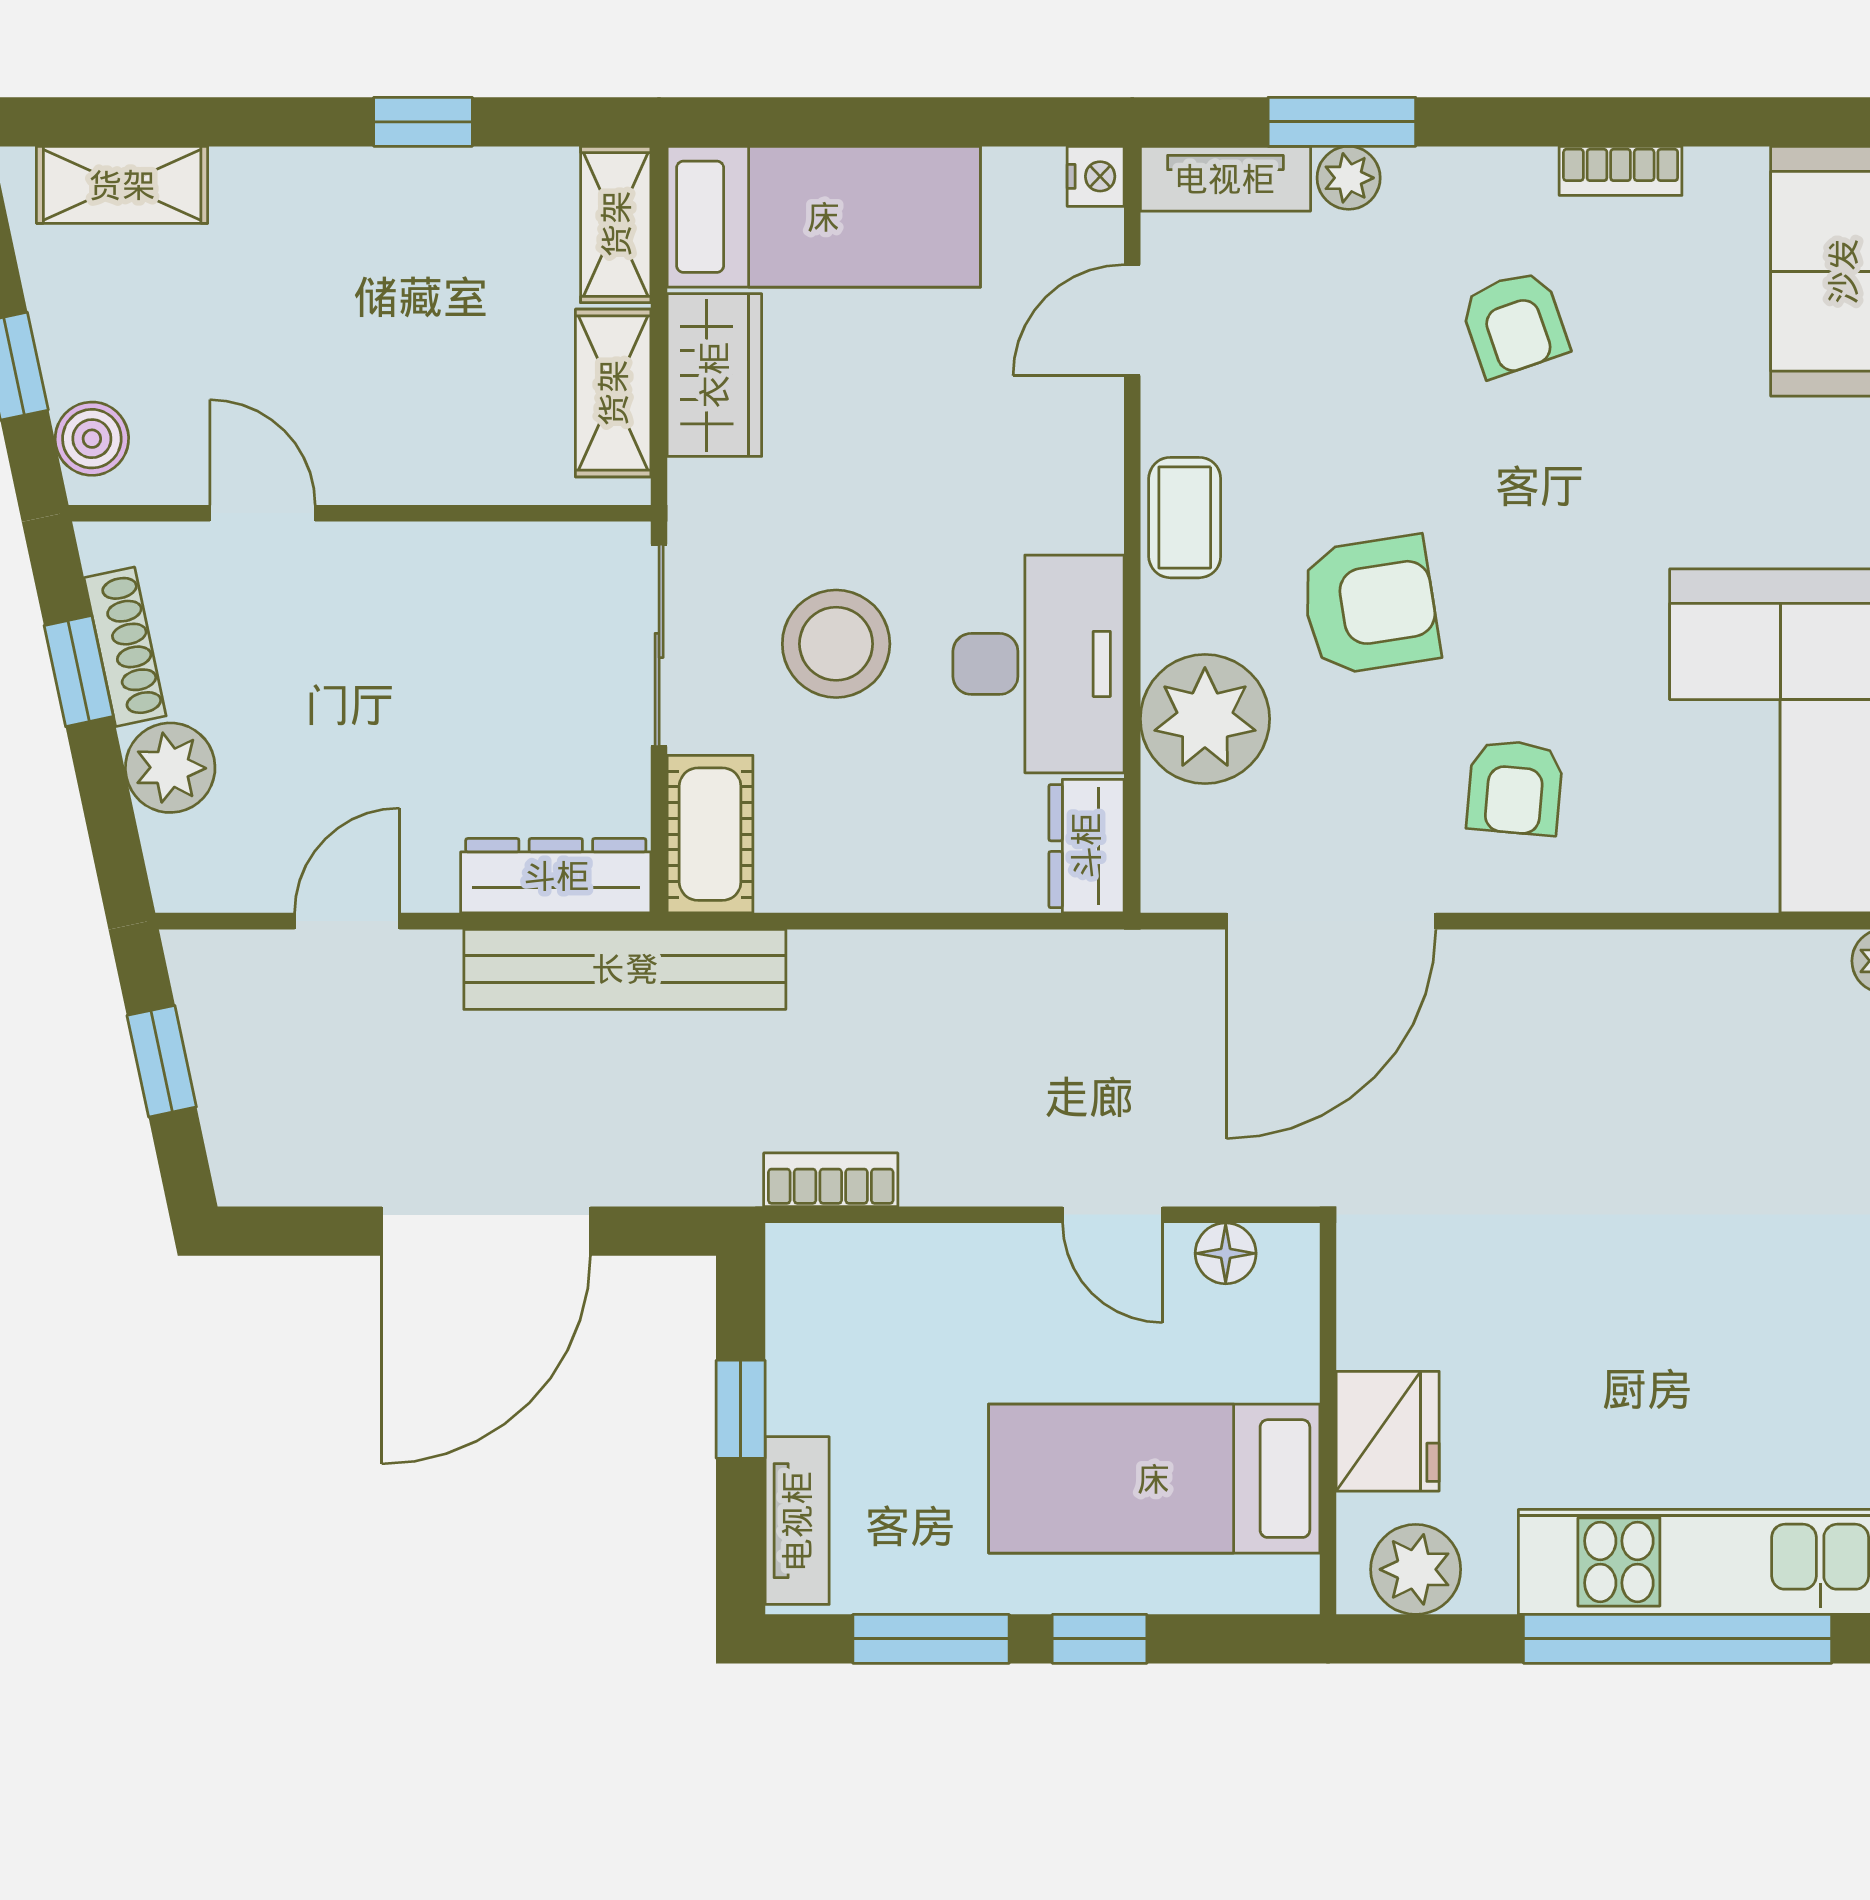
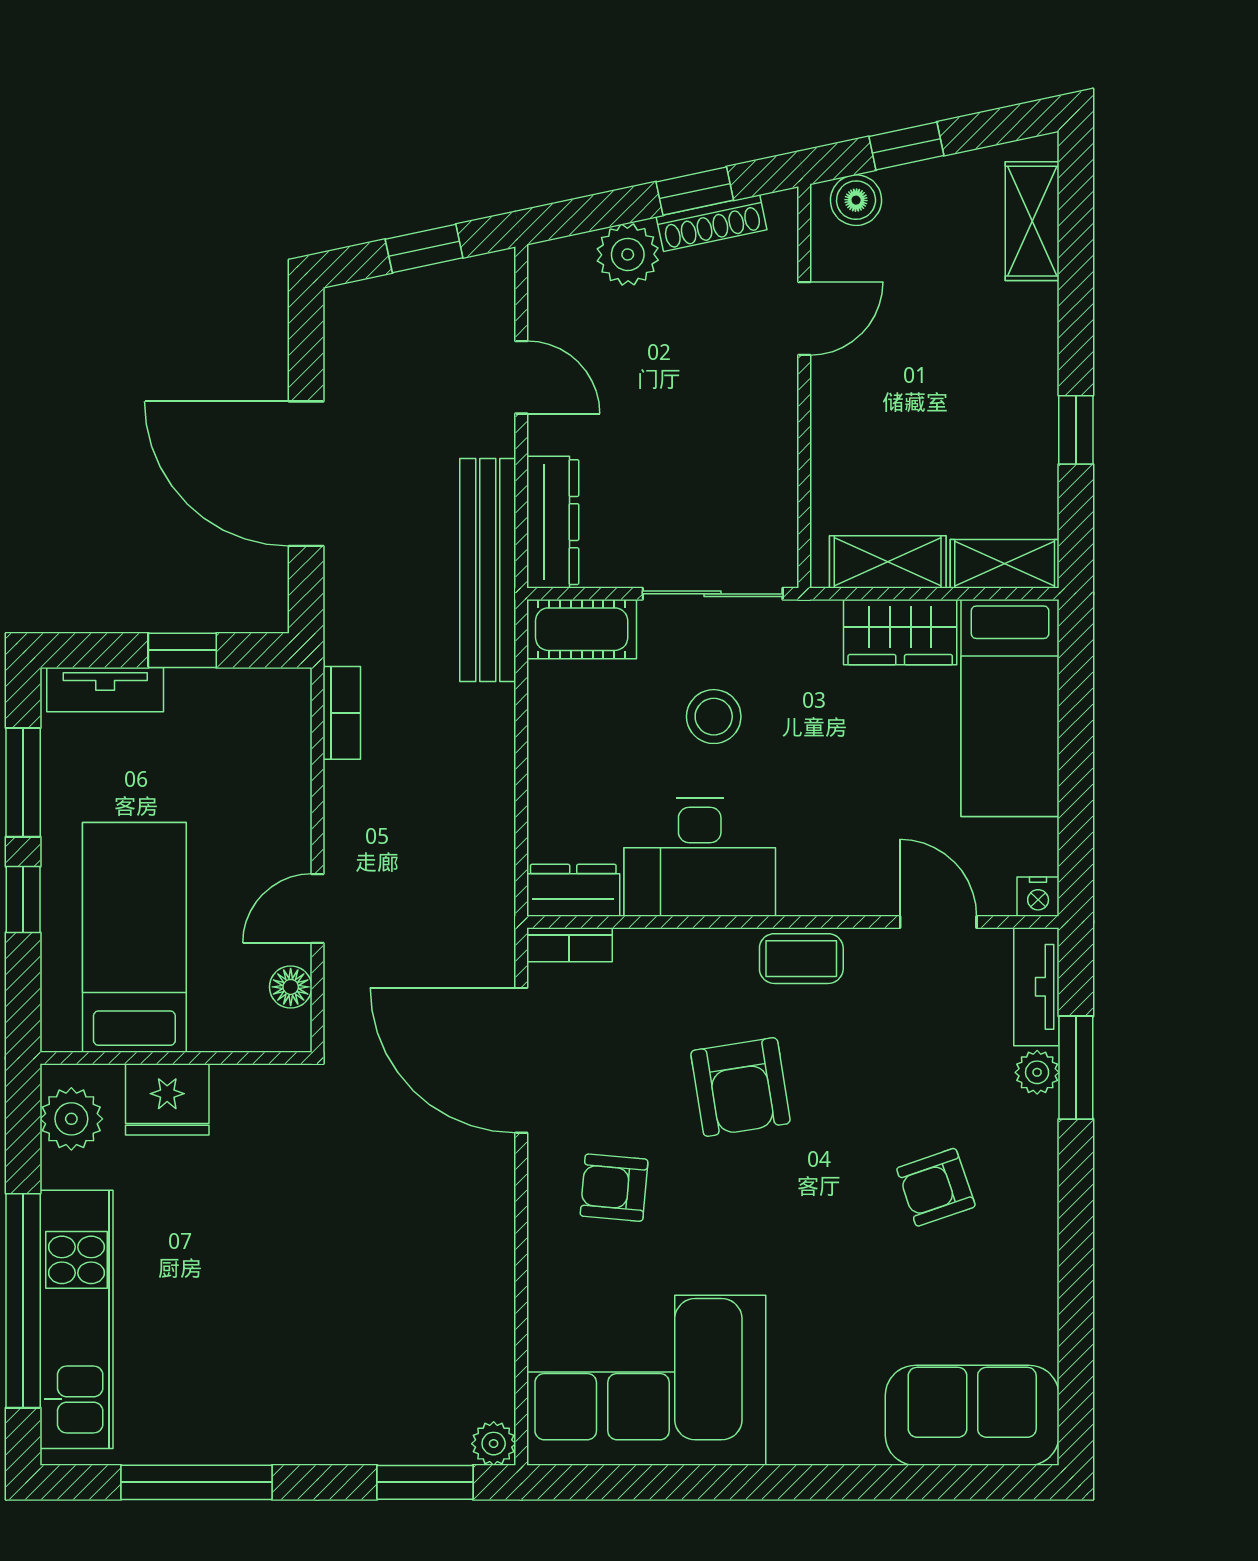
bookcase: (1621, 171) -> (569, 945), moved, turned -90
stool: (836, 644) -> (714, 717), width x0.73, depth x0.73
plant: (1205, 719) -> (661, 973), removed

